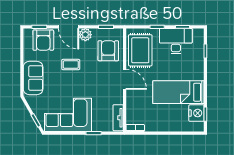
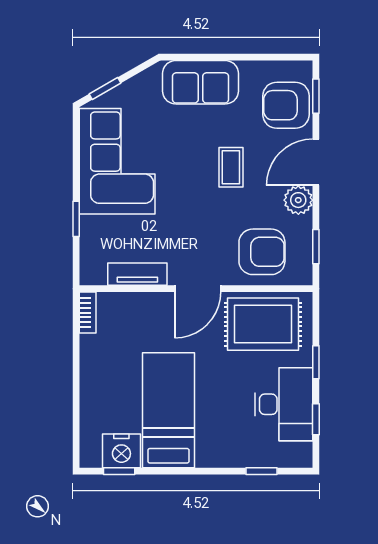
tv unit: (118, 118) -> (137, 274), moved

